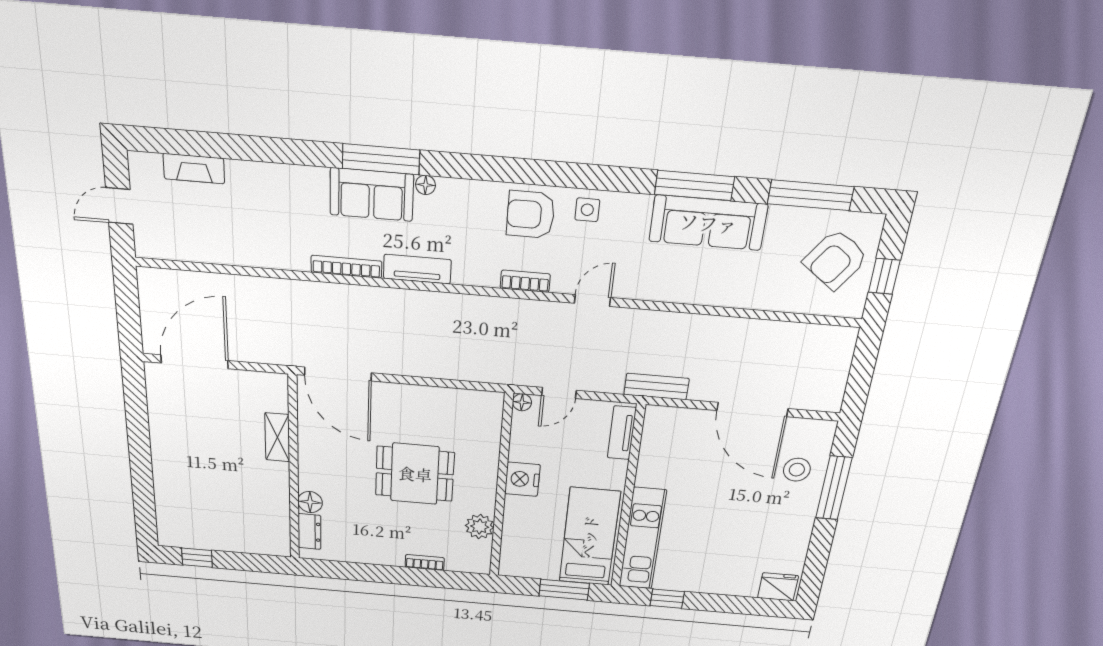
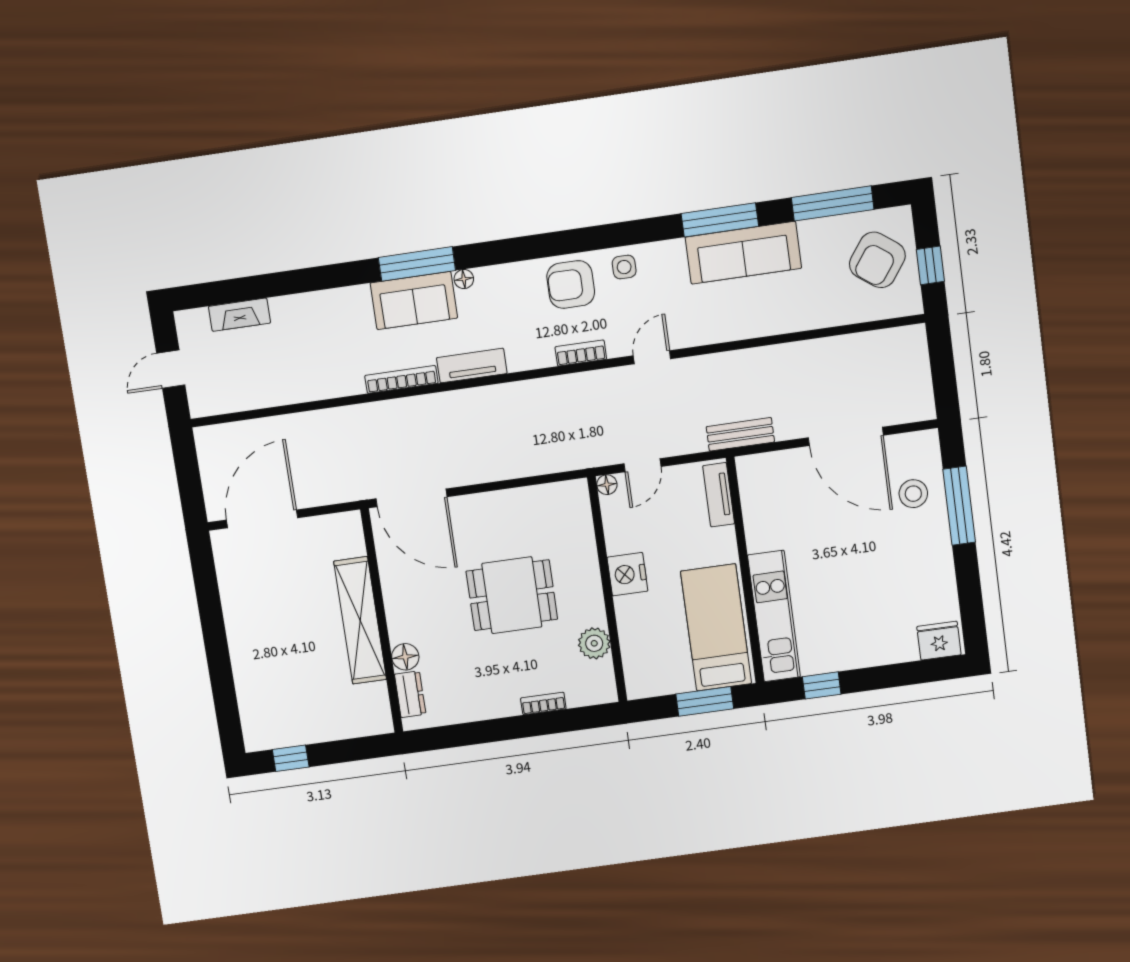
shelving: (277, 437) -> (360, 620), width x2.20, depth x1.33

